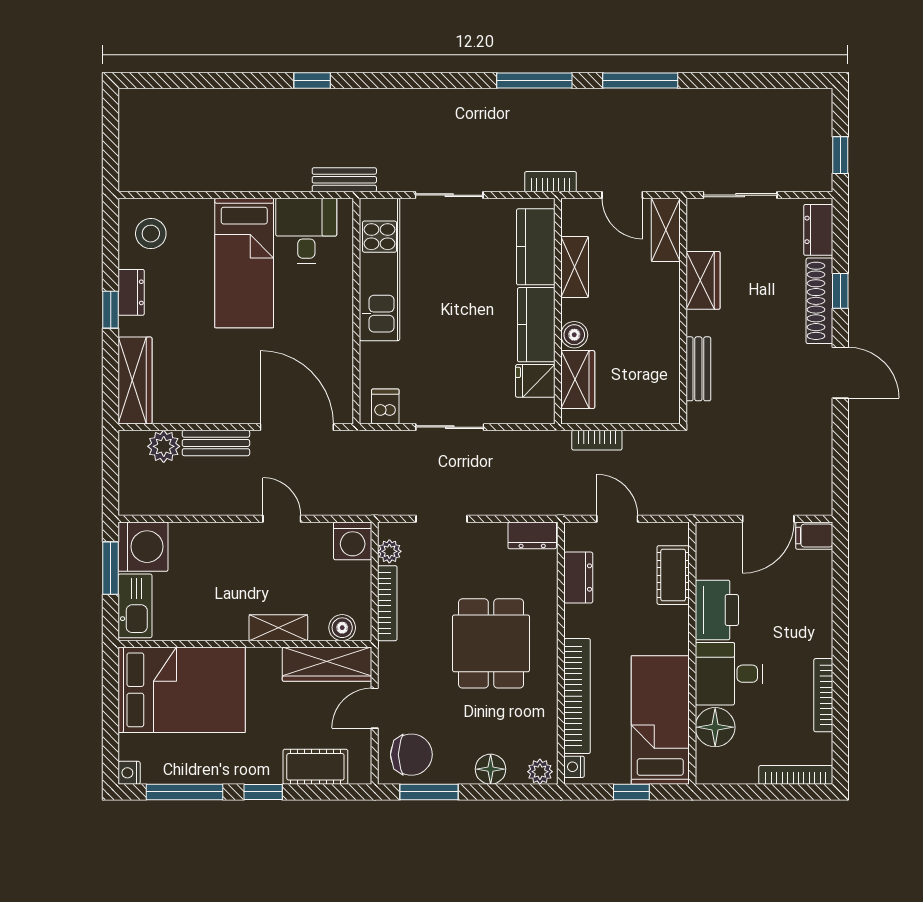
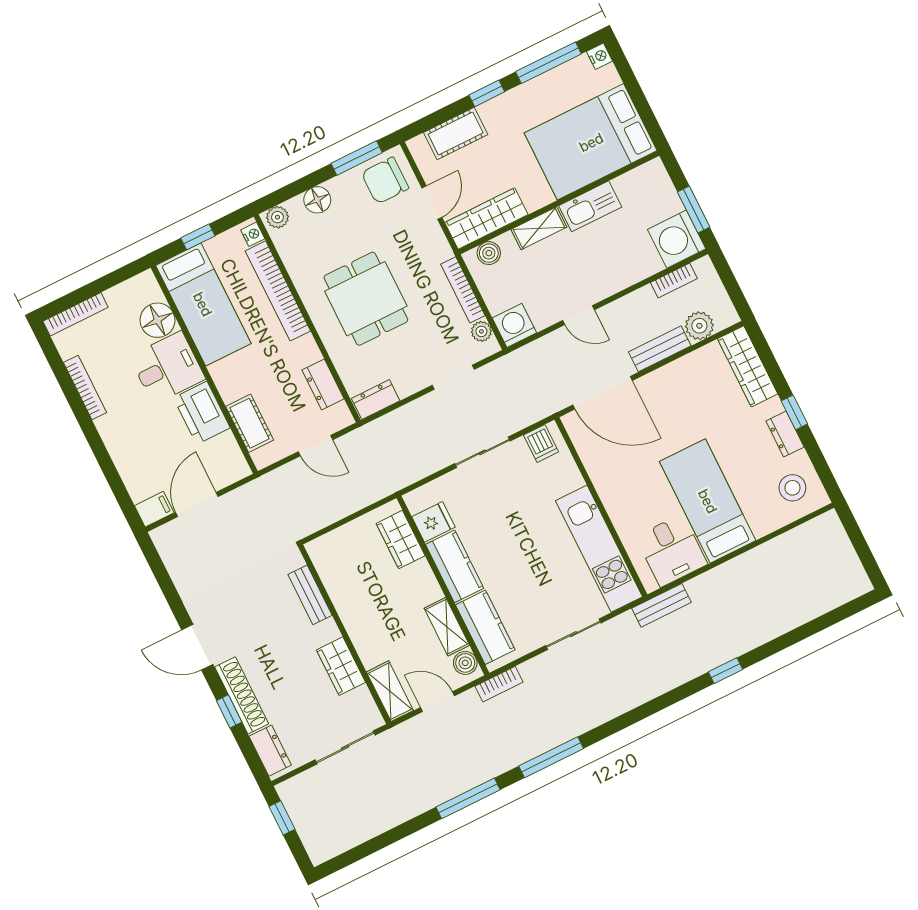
boiler: (574, 335) -> (465, 663), moved
bookcase: (597, 440) -> (674, 281), moved, turned 180
kitchen sink: (135, 606) -> (590, 206), moved, turned -90

